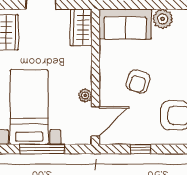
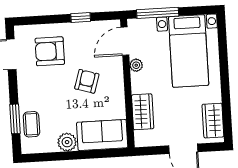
wardrobe: (81, 28) -> (143, 112), moved
window: (42, 149) -> (158, 13), moved

